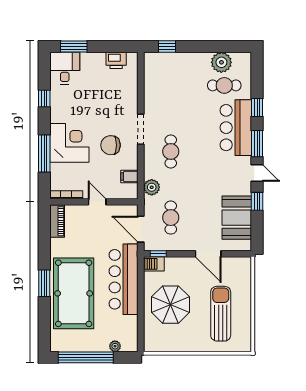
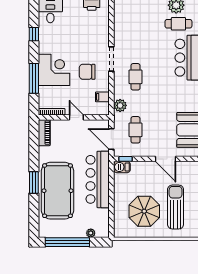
parasol: (171, 305) -> (144, 211), moved

